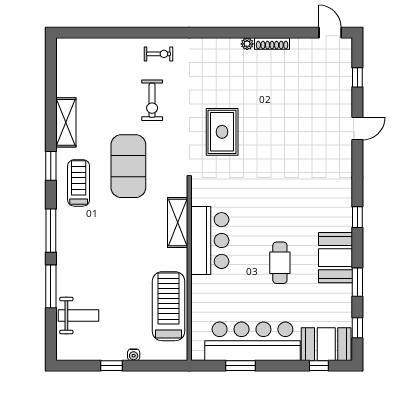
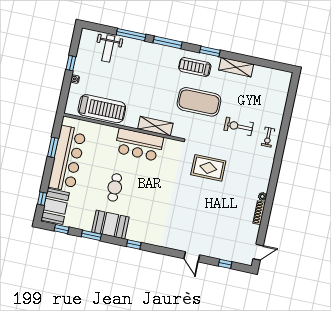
treadmill: (79, 183) -> (195, 67), turned 180
cafe table: (280, 263) -> (115, 187), turned 90

